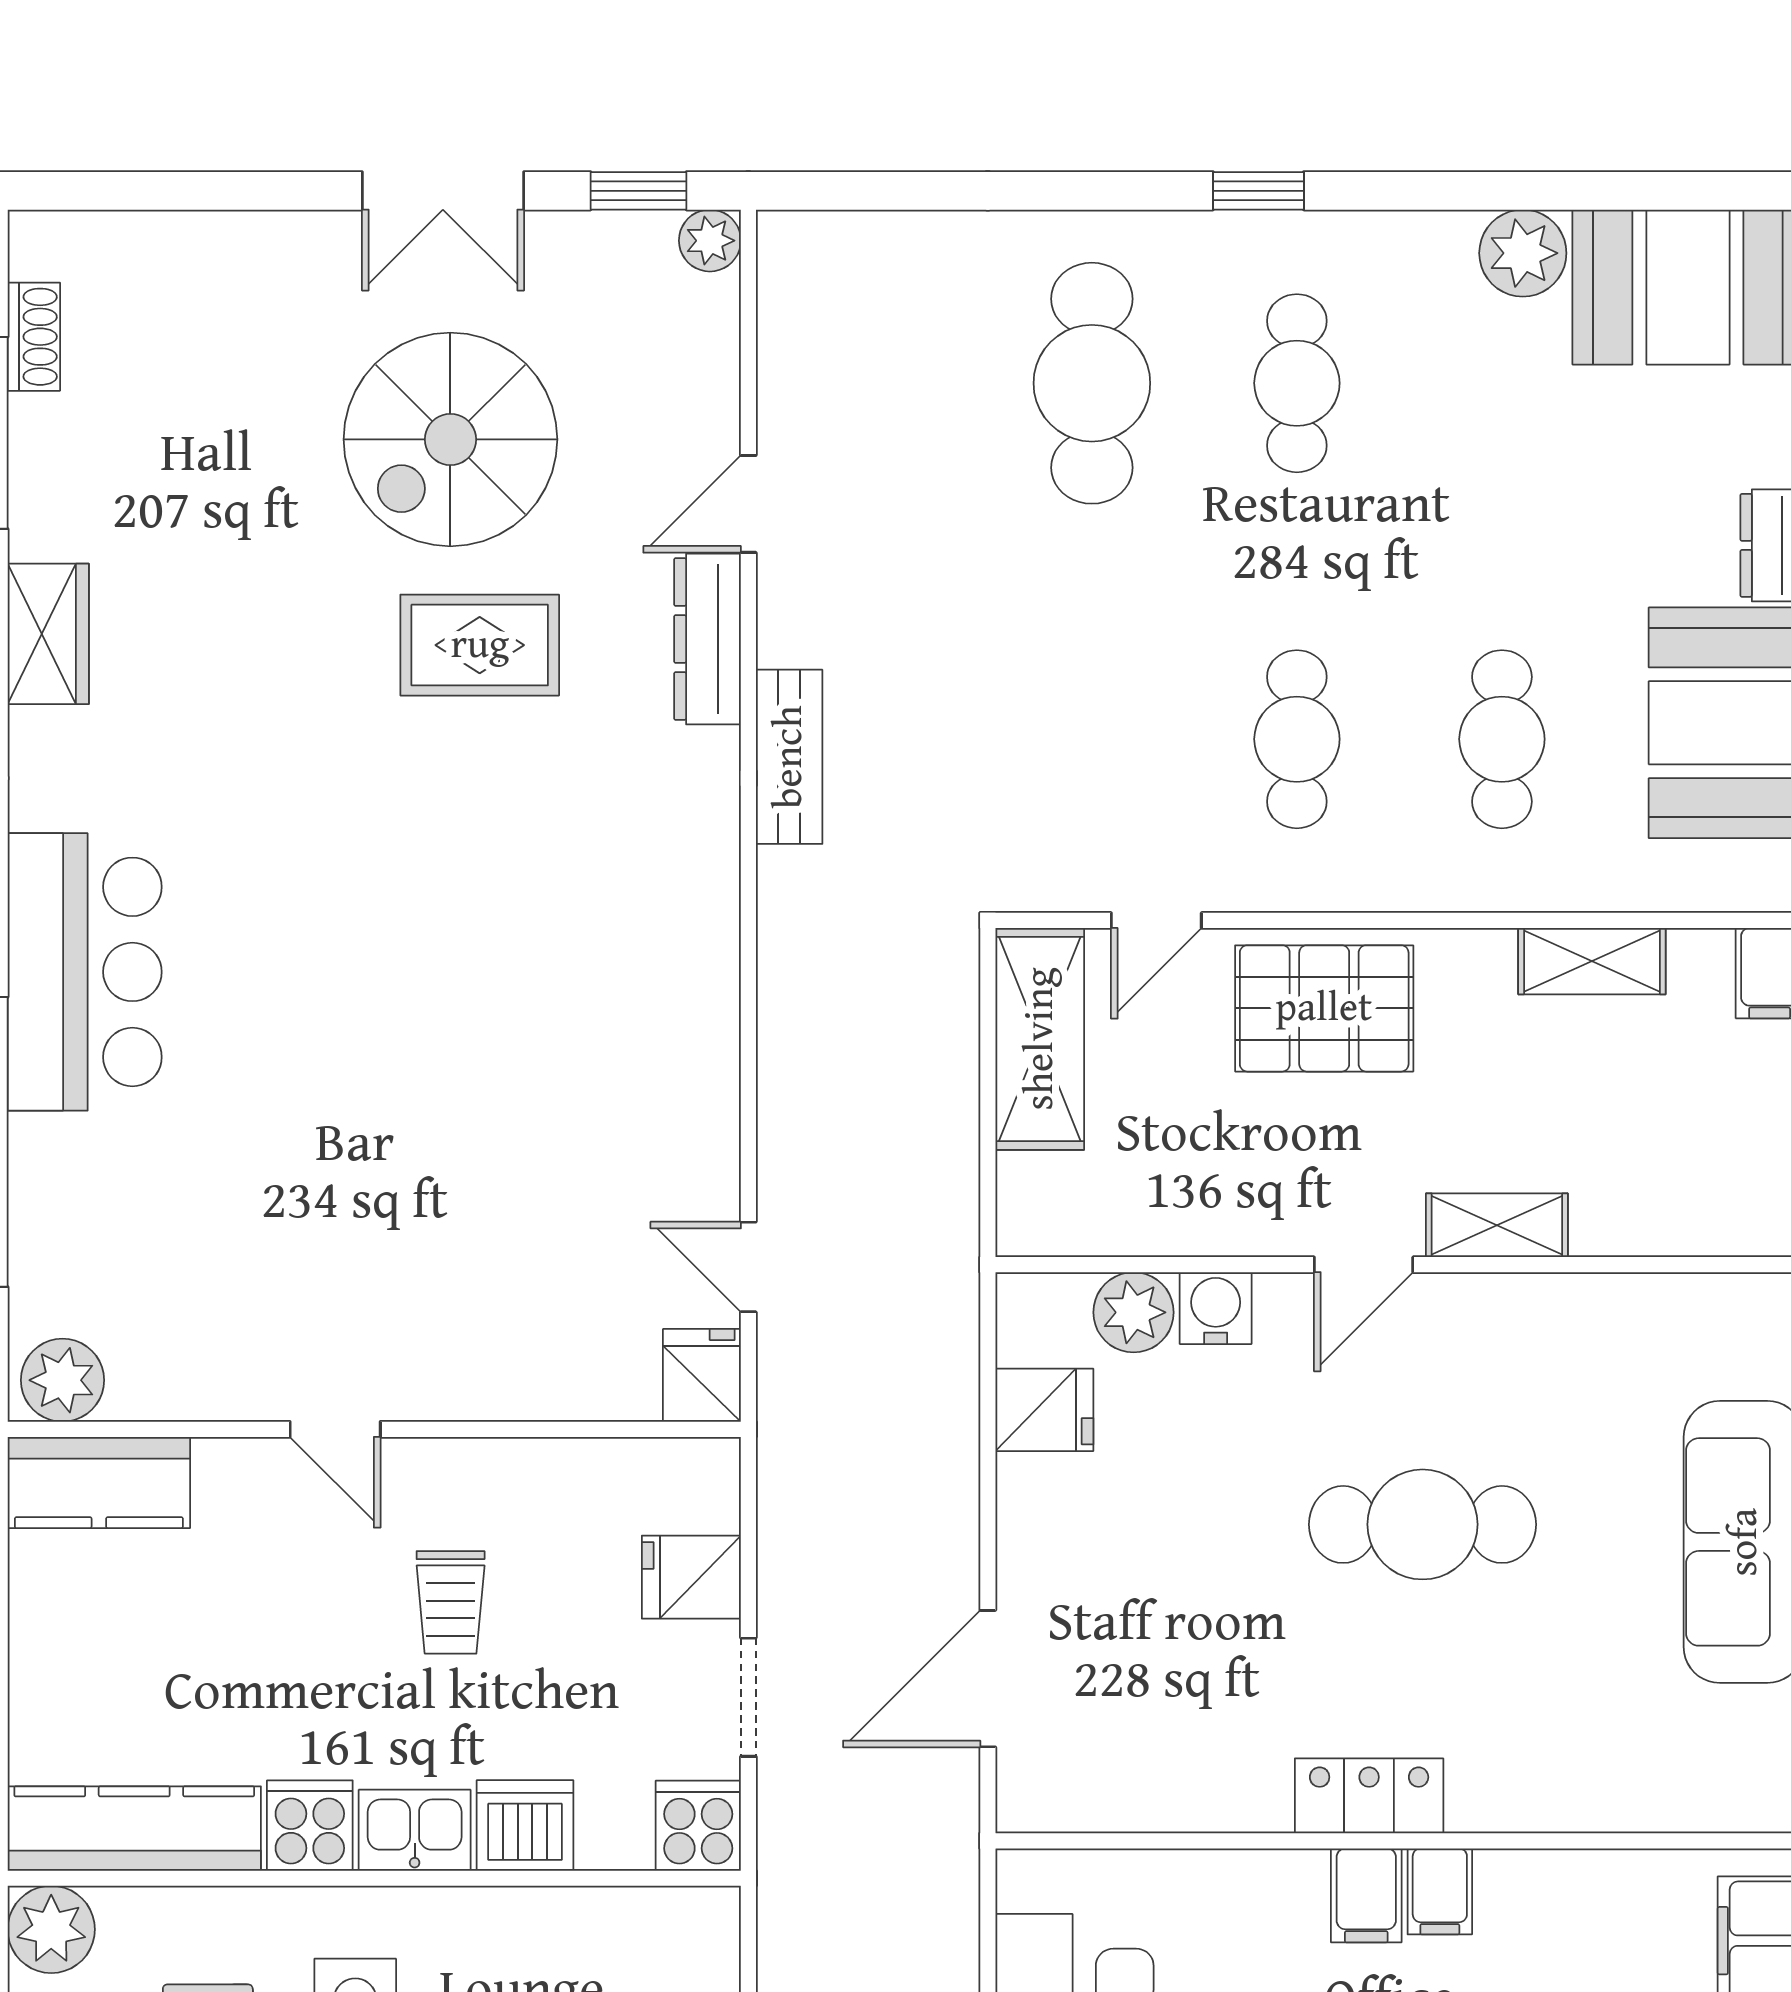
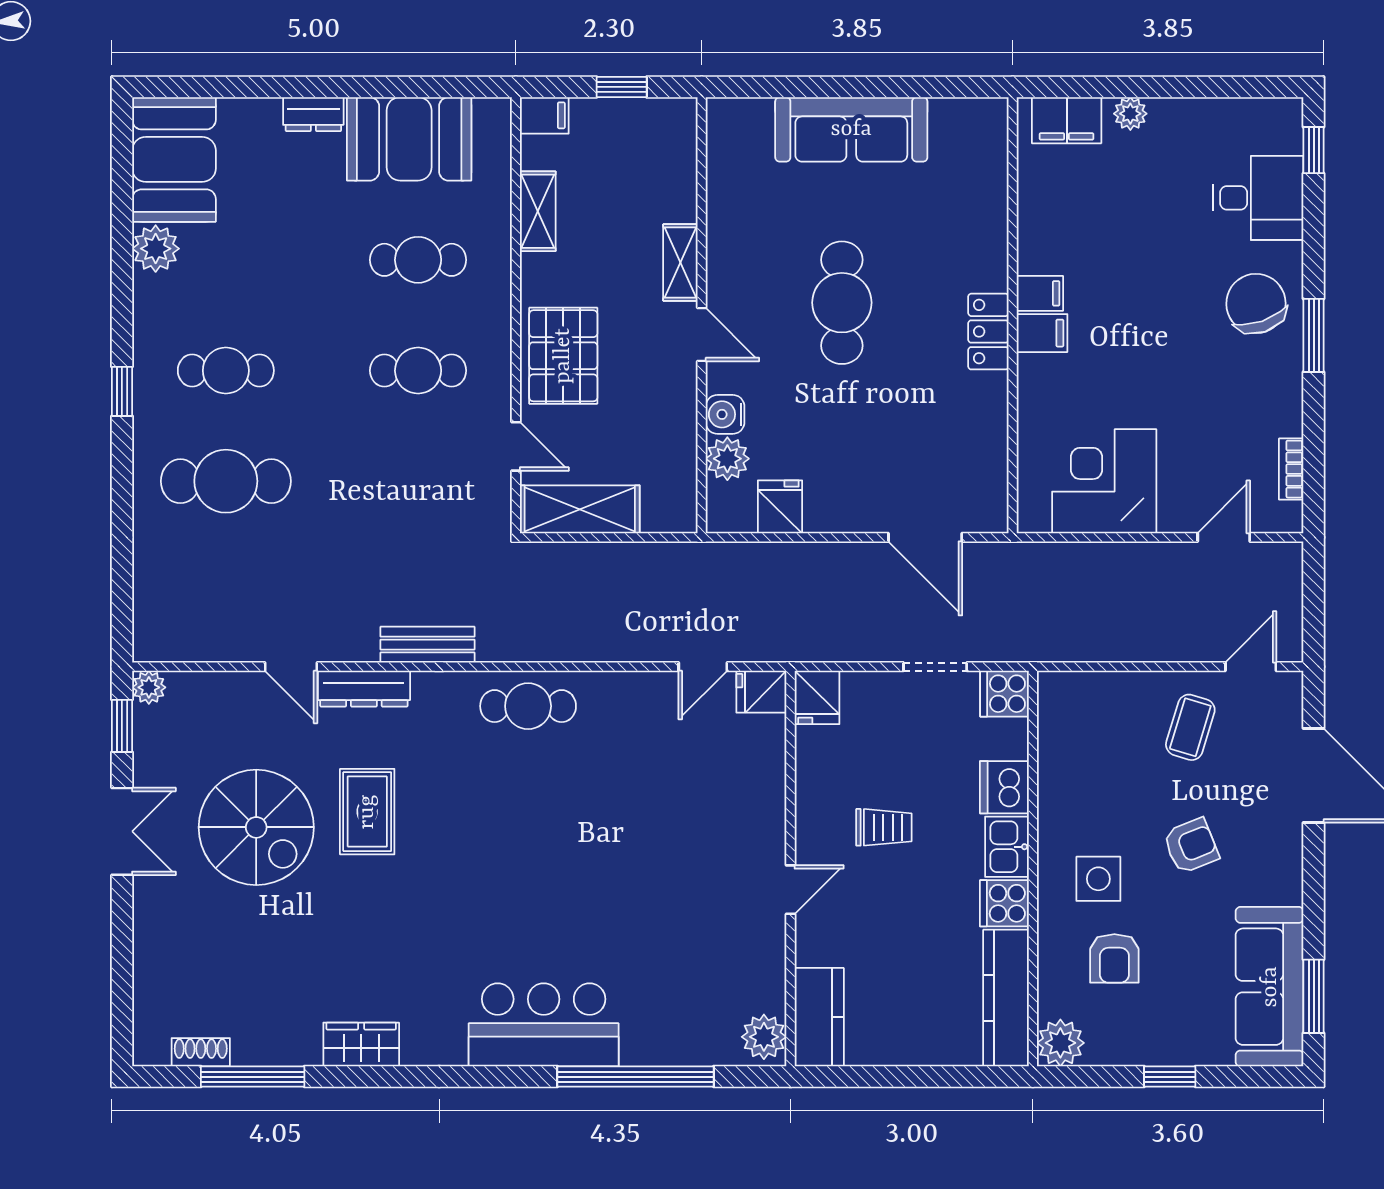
cafe table: (675, 943) -> (528, 706), added
fridge: (691, 1577) -> (817, 697), moved

